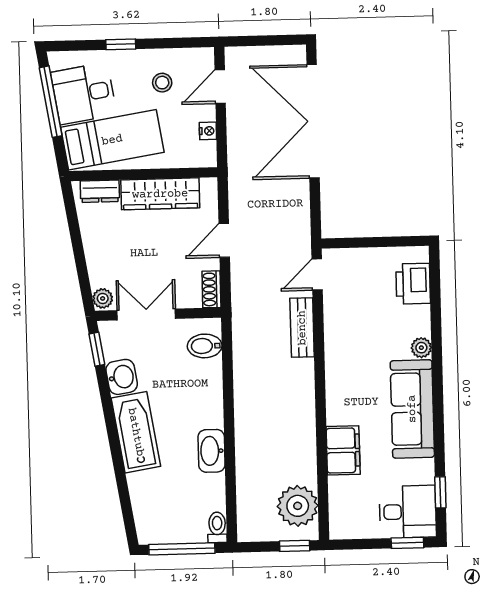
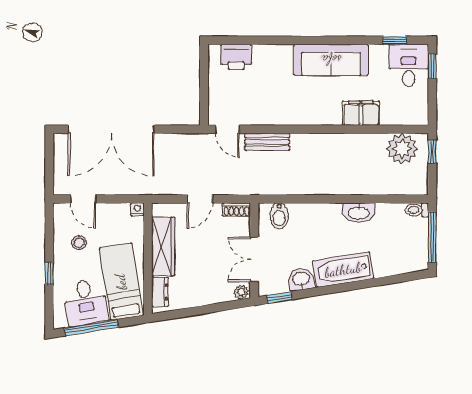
nightstand: (208, 131) -> (137, 209), moved
door: (224, 240) -> (200, 199), hinge flipped
plant: (421, 348) -> (285, 52), removed

